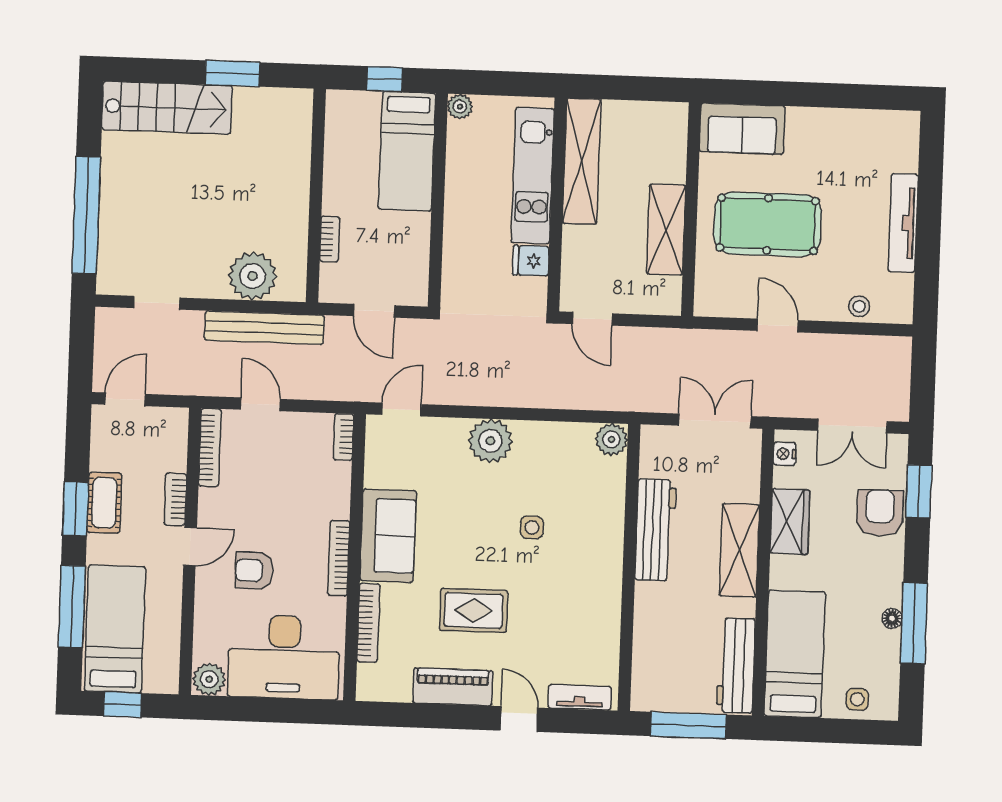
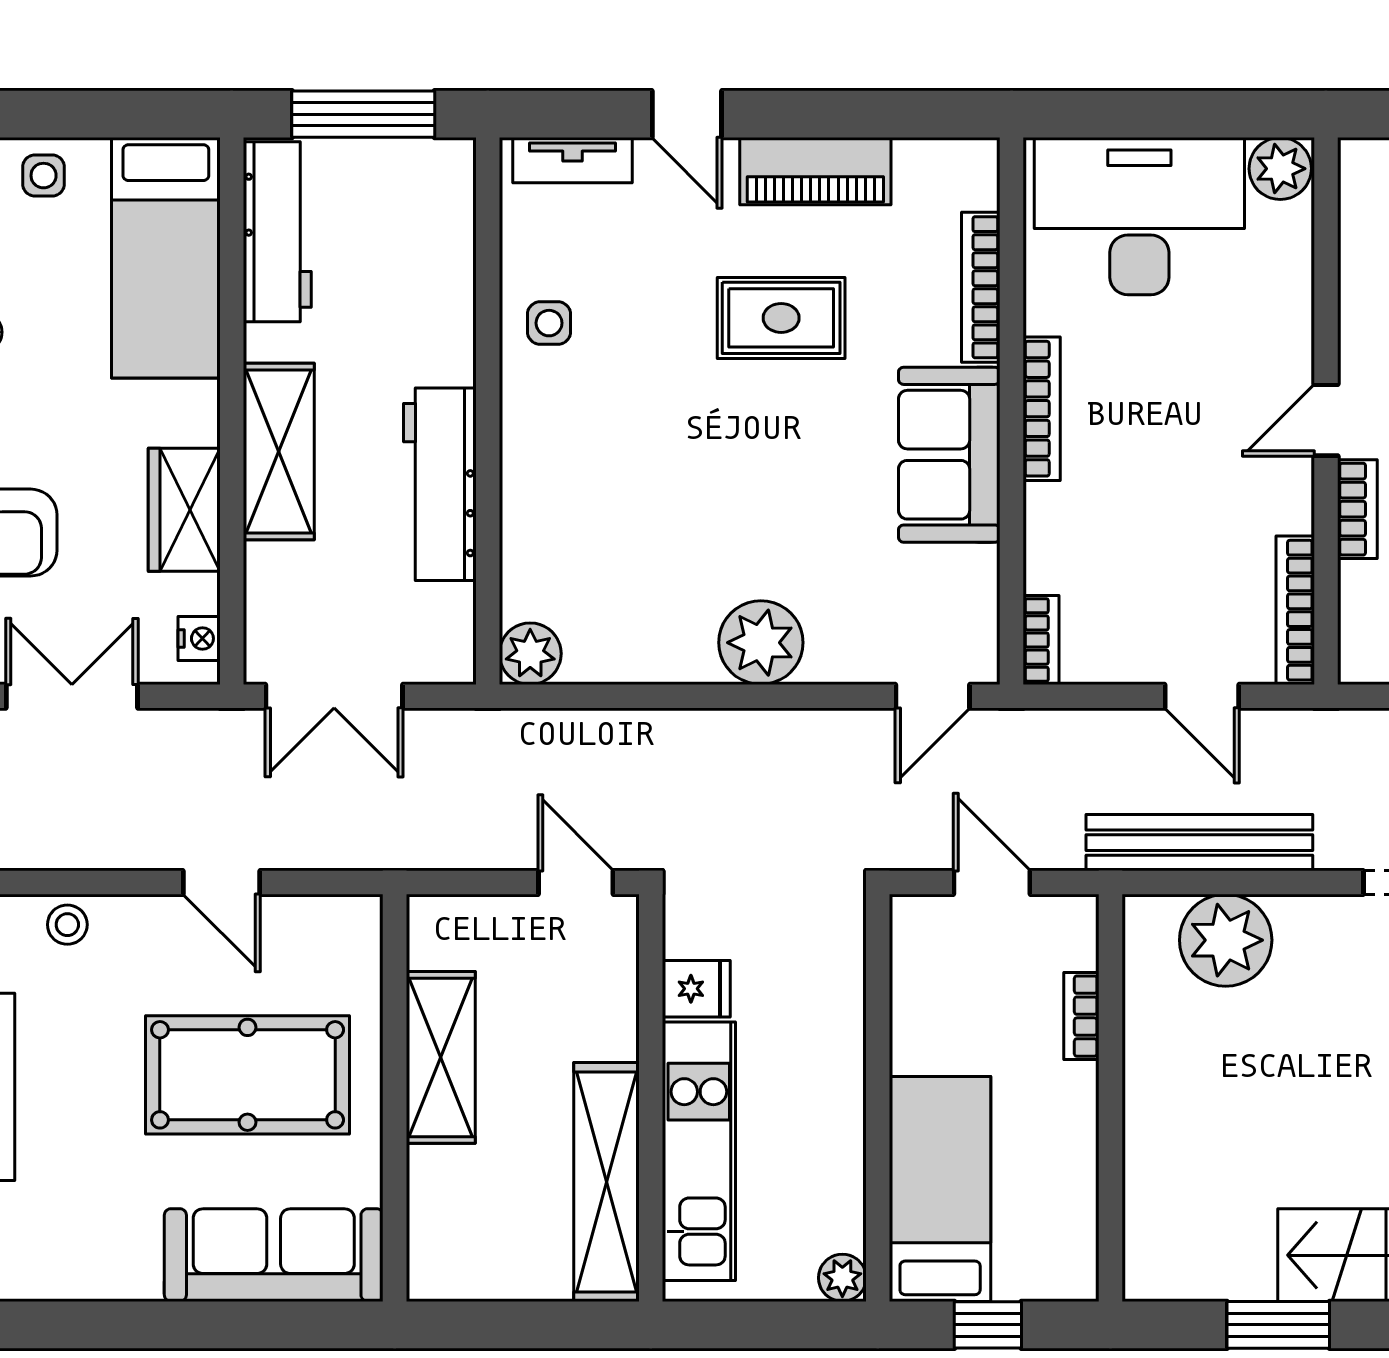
sofa: (742, 129) -> (274, 1255), width x1.36
side table: (532, 527) -> (549, 323), moved
armchair: (254, 570) -> (1202, 379), removed

